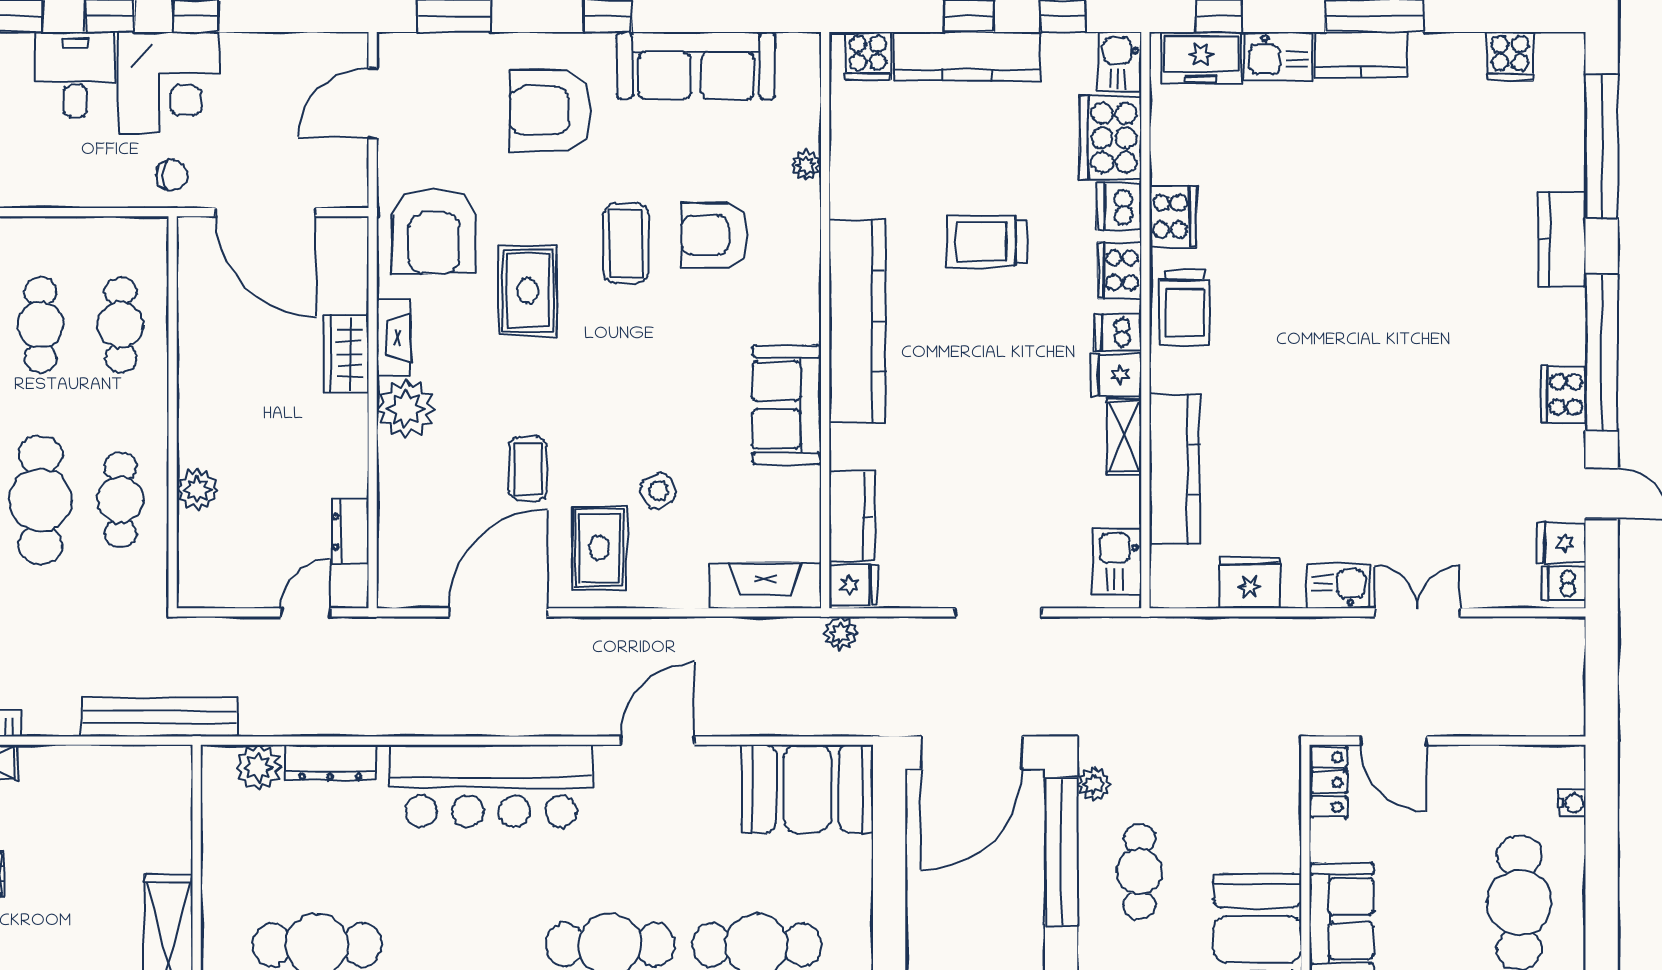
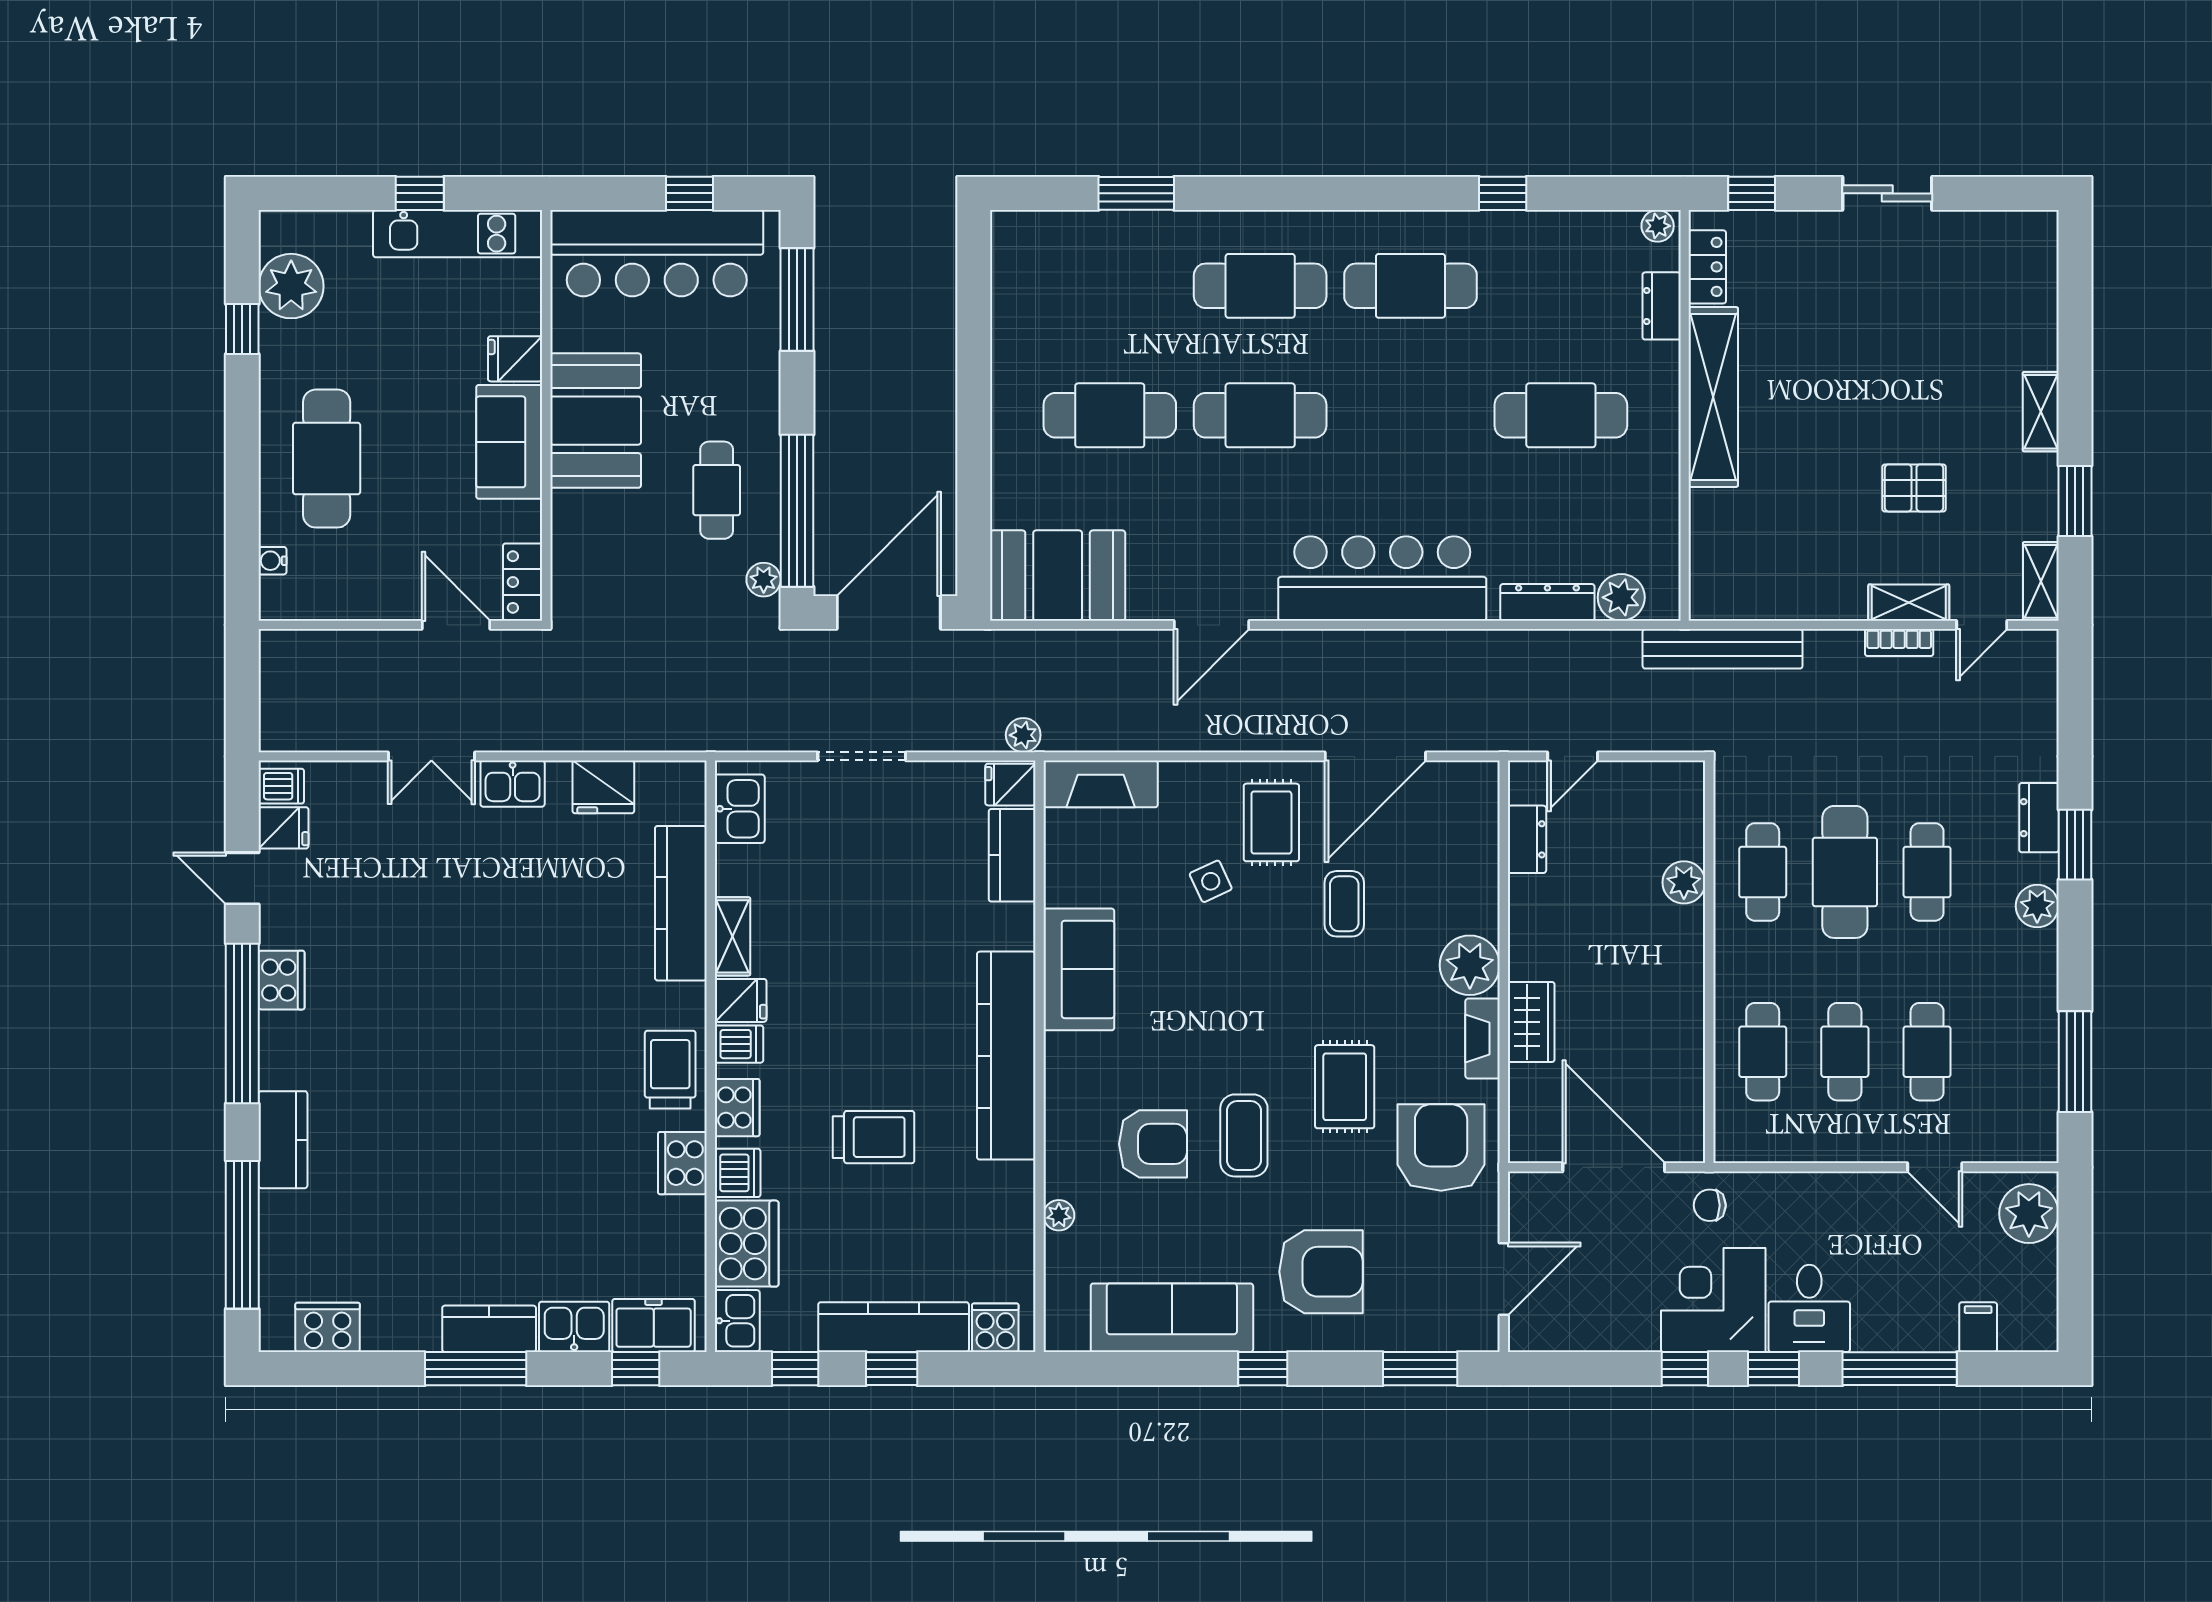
cooker: (1510, 56) -> (328, 1327), width x1.36

